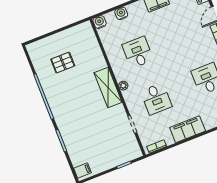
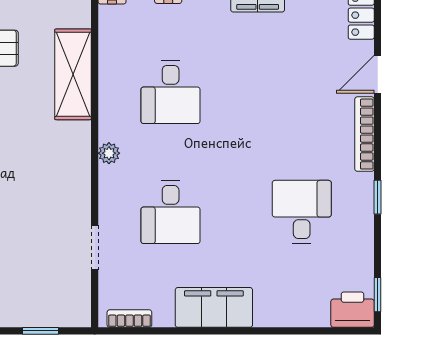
desk: (138, 52) -> (171, 92), turned 180
shelving: (108, 88) -> (73, 74), moved

